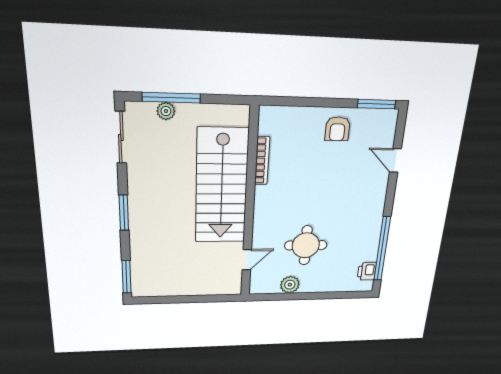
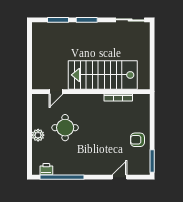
window: (171, 98) -> (152, 47), removed
plant: (166, 111) -> (145, 44), removed
door: (247, 260) -> (56, 92), hinge flipped
window: (127, 277) -> (58, 20), moved
plant: (290, 285) -> (38, 135), moved

